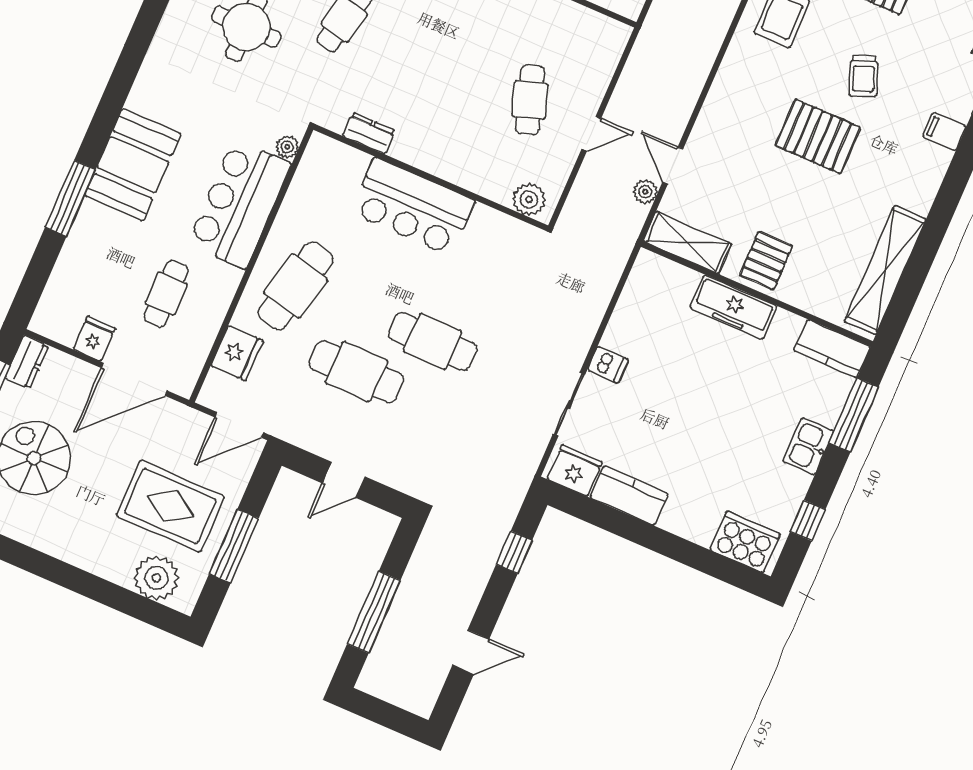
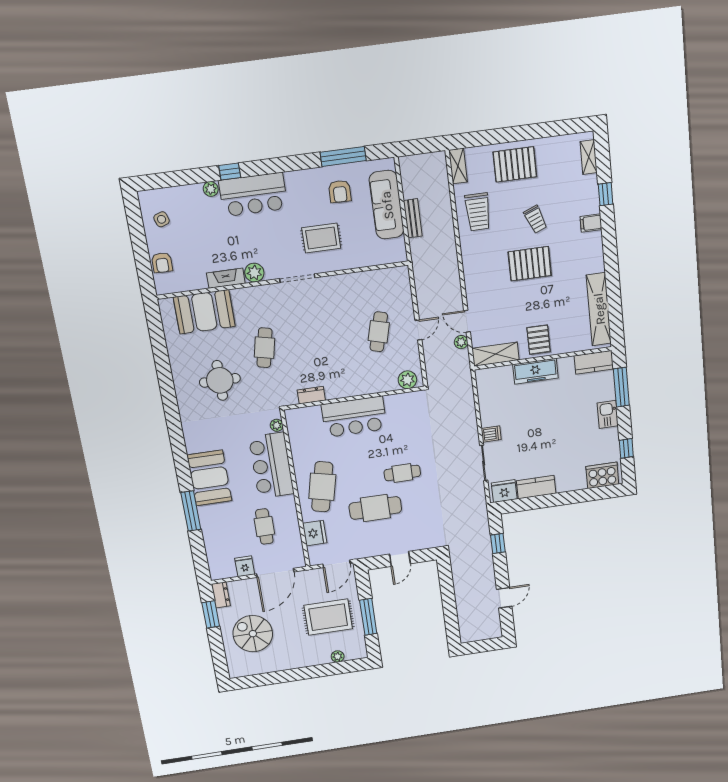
cafe table: (530, 100) -> (379, 332), turned 33
cafe table: (433, 341) -> (402, 473), width x0.73, depth x0.74
plant: (156, 578) -> (338, 656), width x0.53, depth x0.53
window: (374, 612) -> (450, 607), removed

